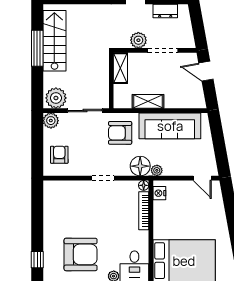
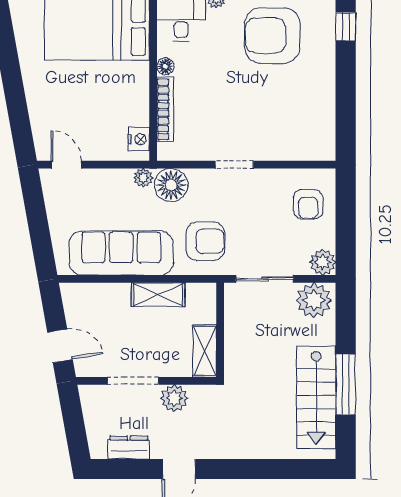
floor lamp: (144, 185) -> (165, 66), moved

